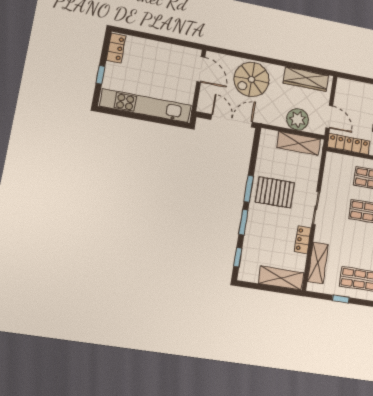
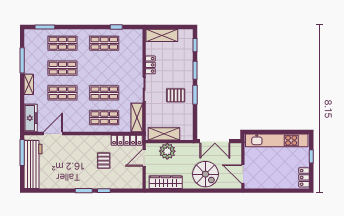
spiral stairs: (252, 79) -> (205, 174), turned 90
door: (329, 117) -> (144, 158), hinge flipped
pallet: (275, 192) -> (176, 95), width x0.67, depth x0.71
shelving: (318, 263) -> (137, 118), moved

